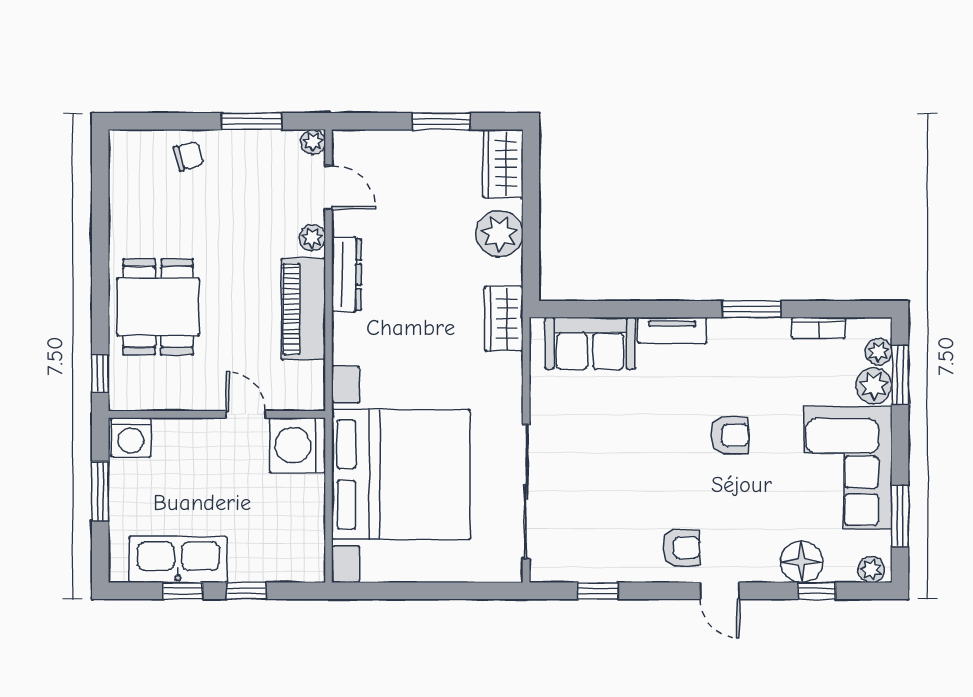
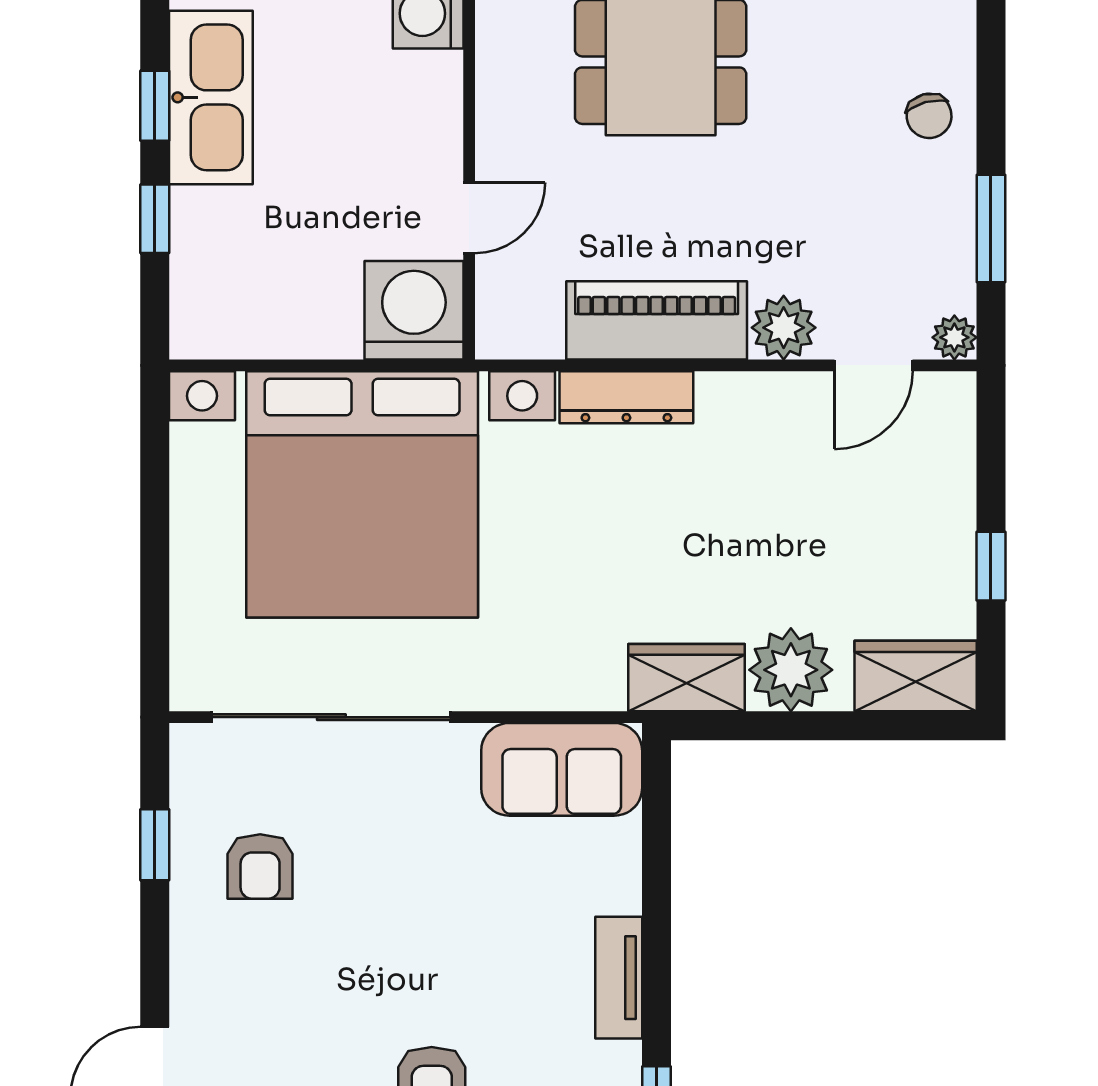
window: (441, 121) -> (991, 566), width x0.67
plant: (312, 238) -> (784, 328), width x1.38, depth x1.38
dresser: (346, 274) -> (626, 397), moved
wardrobe: (504, 319) -> (687, 678), moved
sofa: (590, 343) -> (562, 769), moved, turned -90
armchair: (681, 548) -> (260, 866), moved

